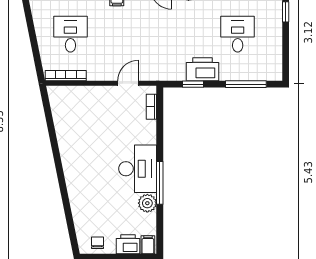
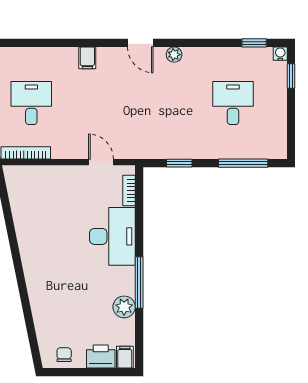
printer: (202, 69) -> (191, 145), removed
door: (128, 83) -> (101, 162), hinge flipped
desk: (138, 169) -> (112, 236), moved

